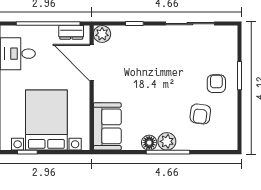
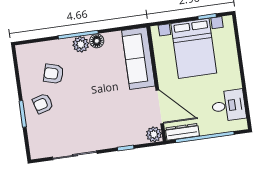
dresser: (71, 32) -> (182, 132), width x1.44
armchair: (216, 84) -> (43, 104), turned 74
armchair: (200, 114) -> (54, 74), turned -81
sofa: (107, 126) -> (138, 58), width x1.36

